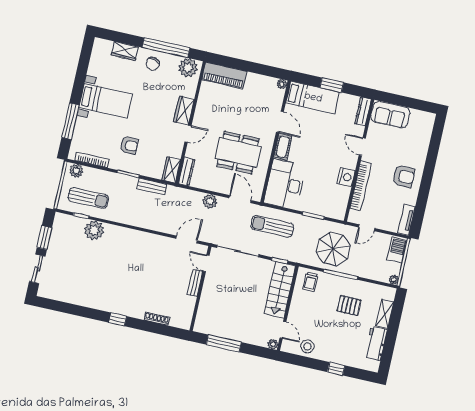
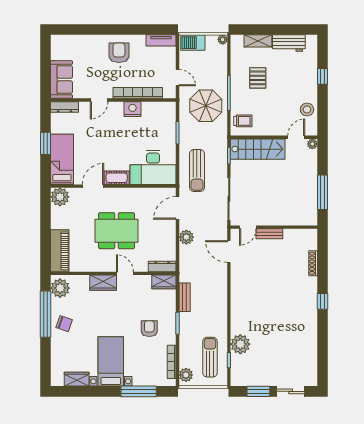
wardrobe: (125, 51) -> (77, 379), moved, turned -90
plant: (282, 84) -> (60, 197), width x1.87, depth x1.87
dining table: (238, 153) -> (117, 231), moved, turned 90

